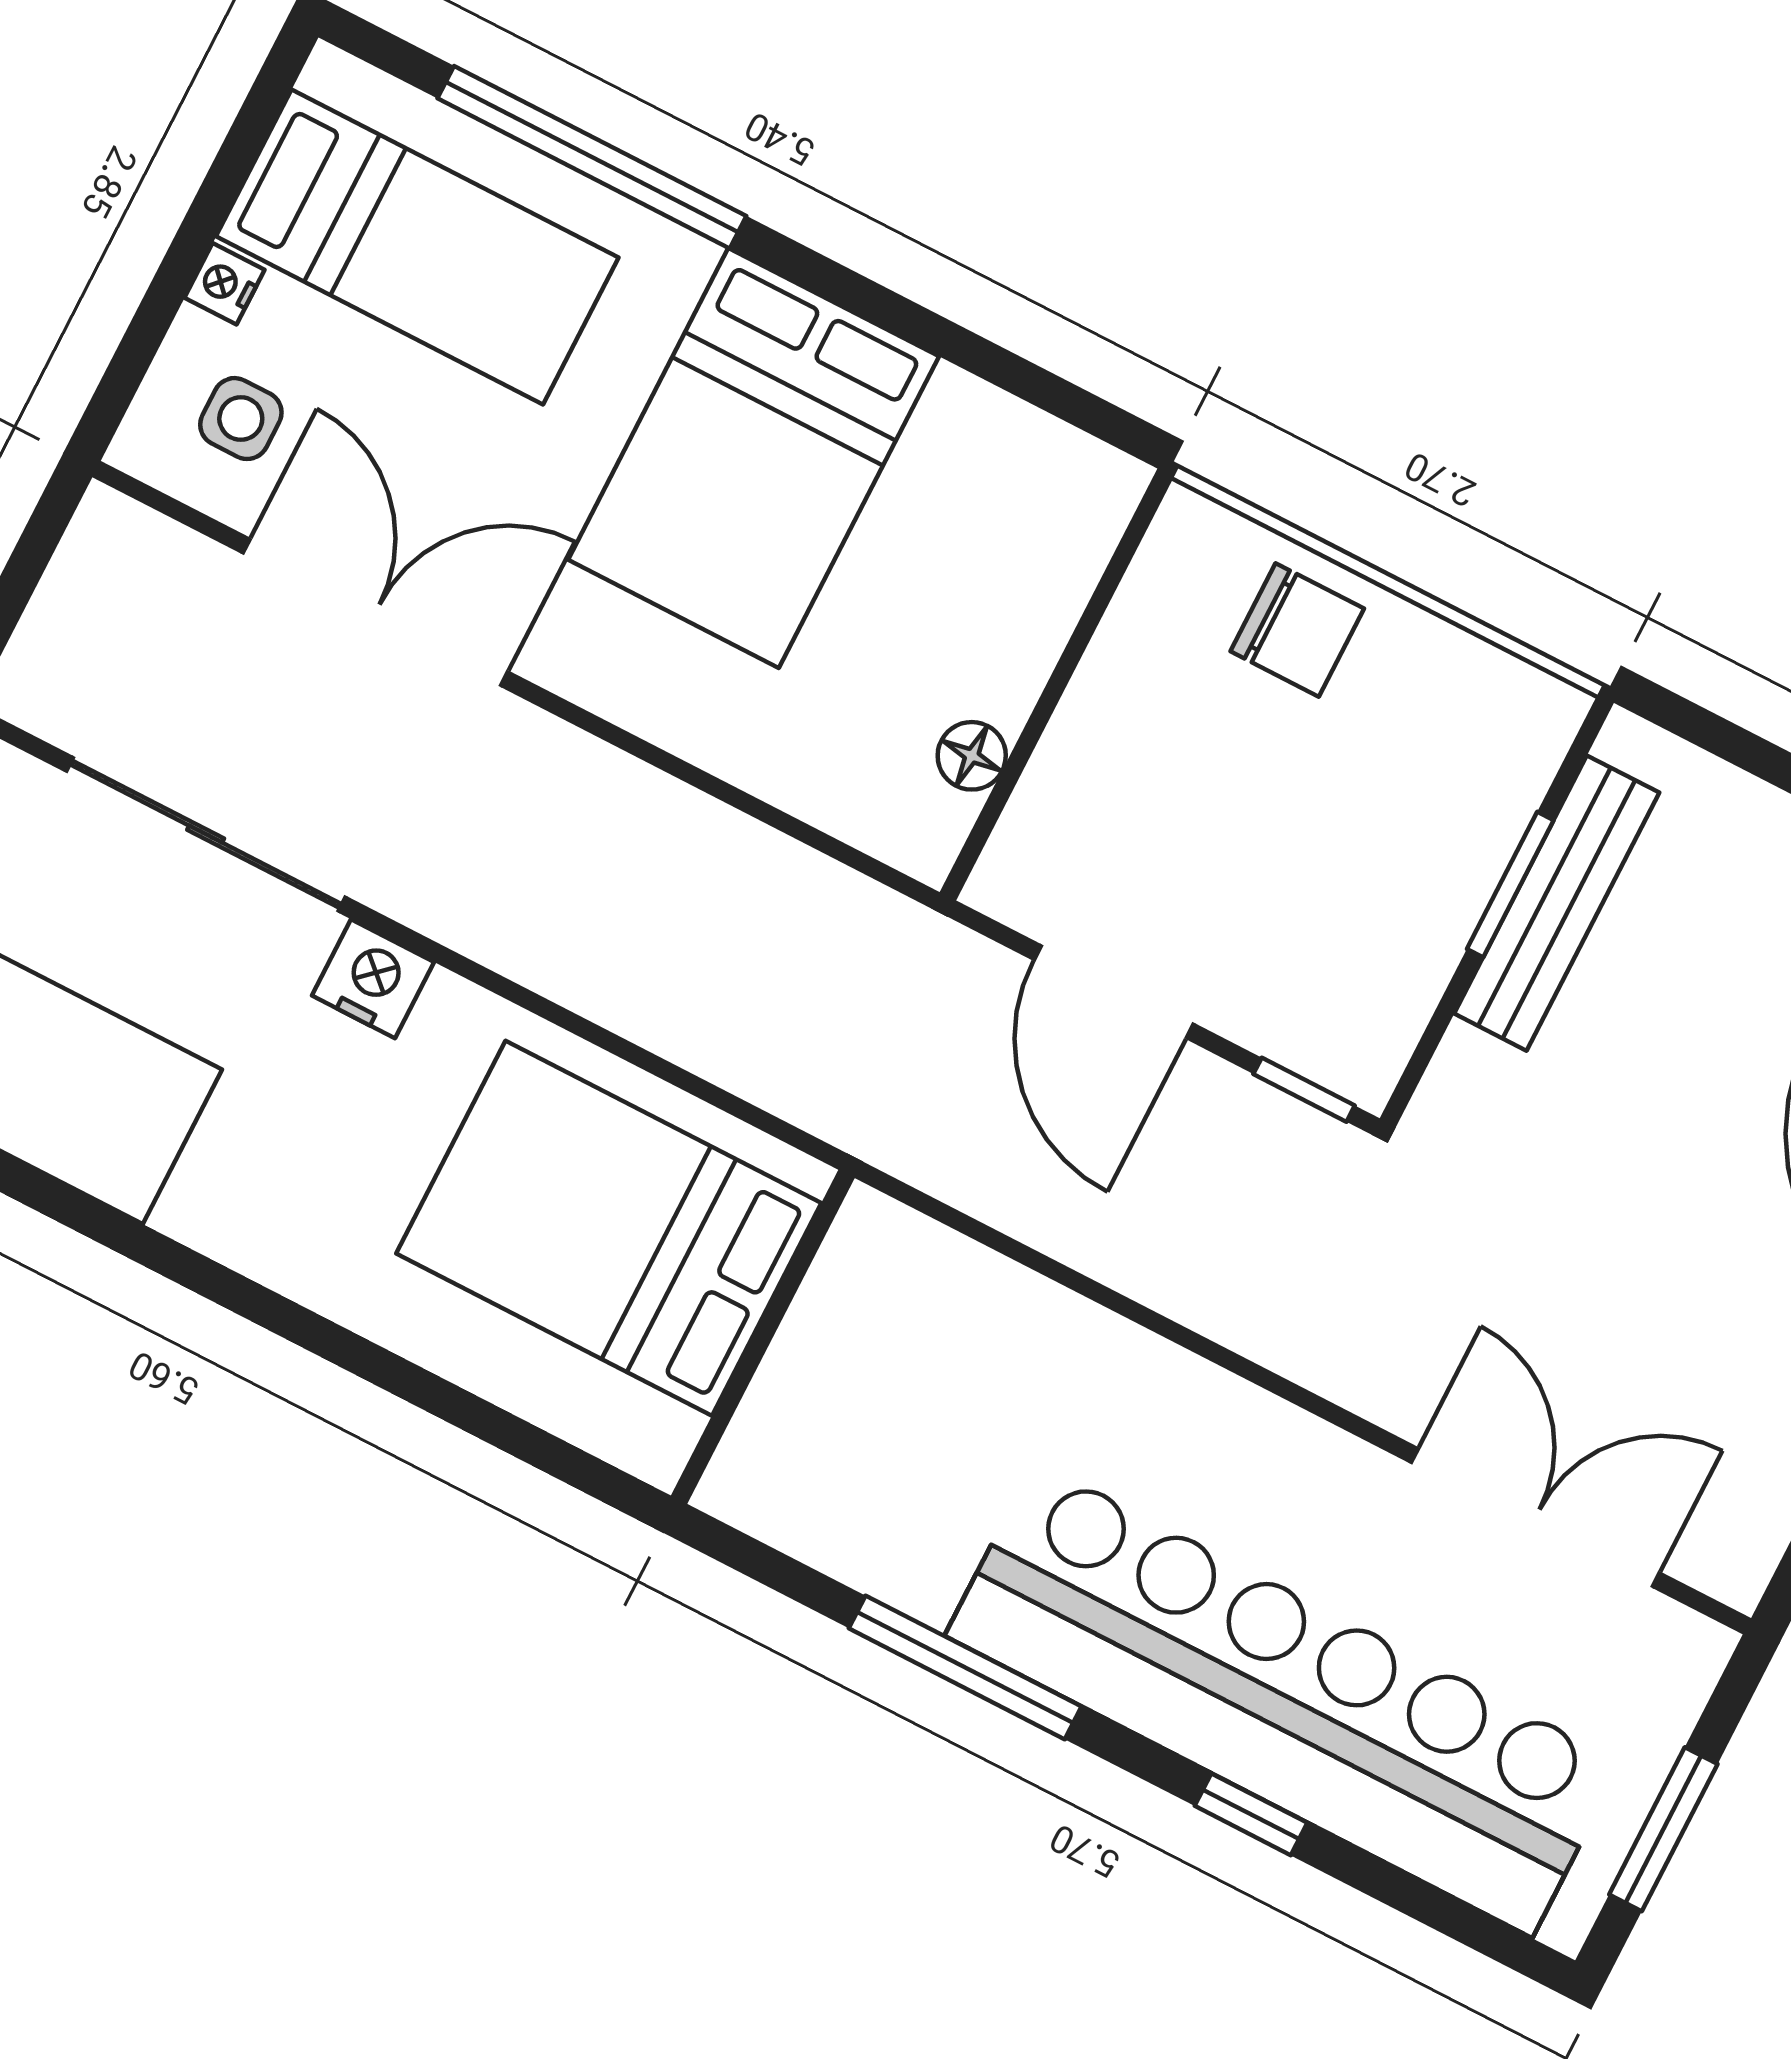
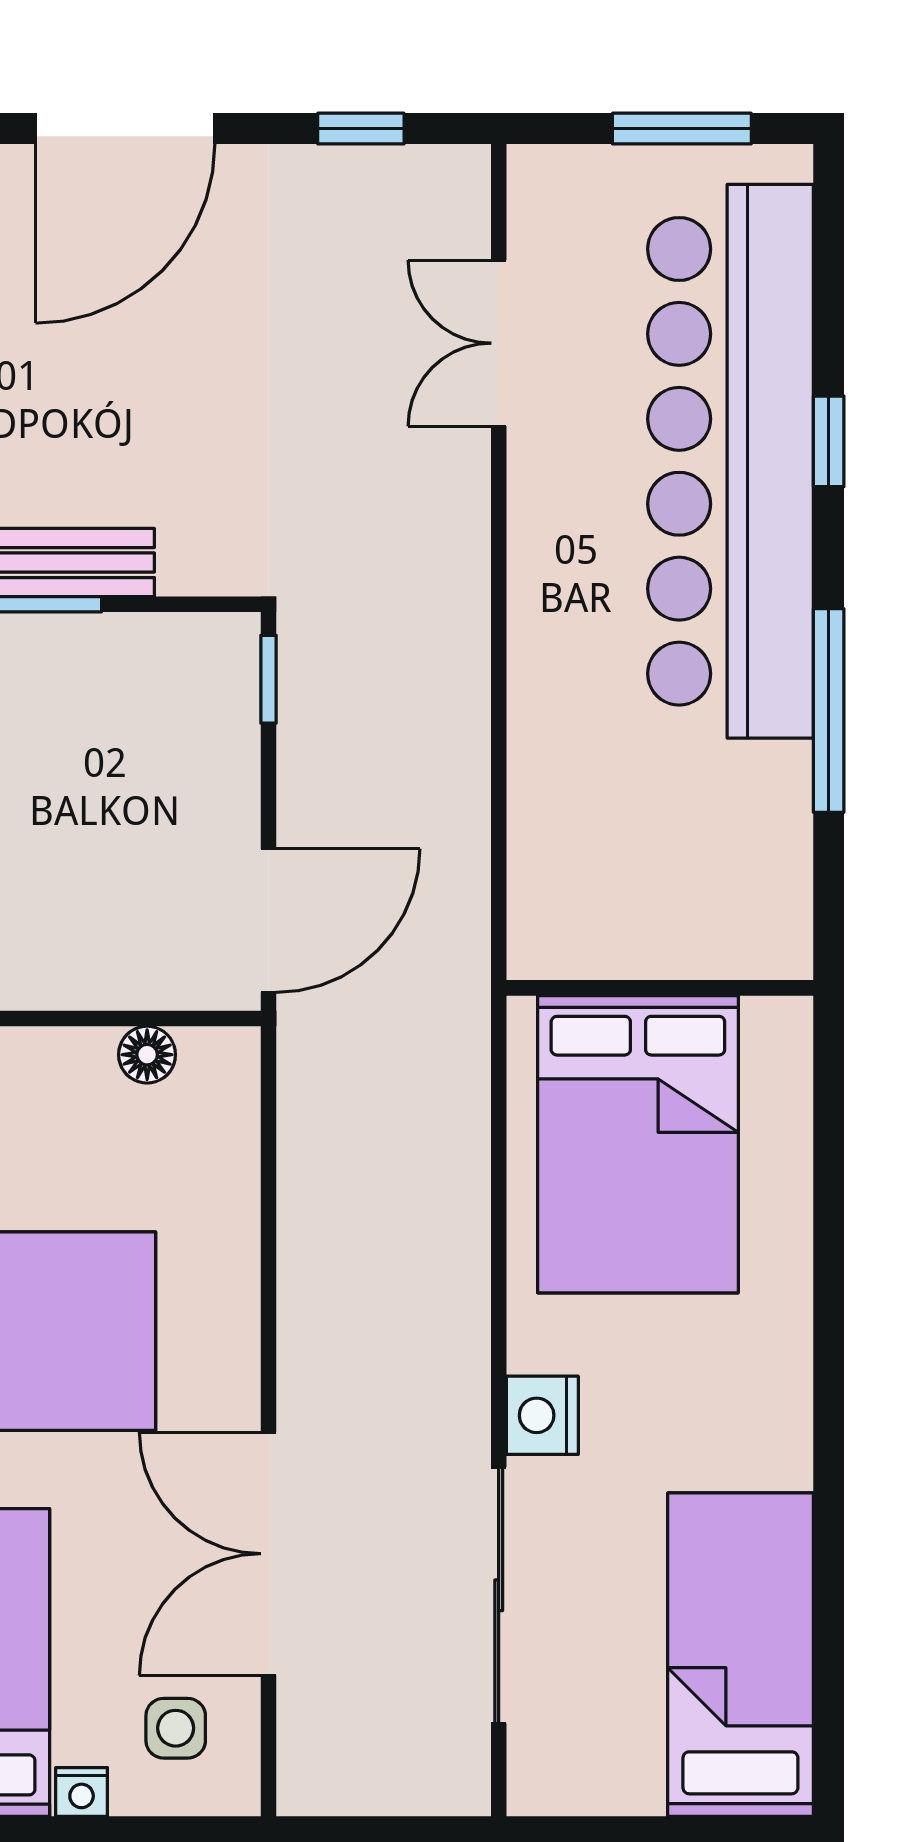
door: (1114, 992) -> (269, 921), moved
double door: (1535, 1518) -> (499, 343), width x0.73

